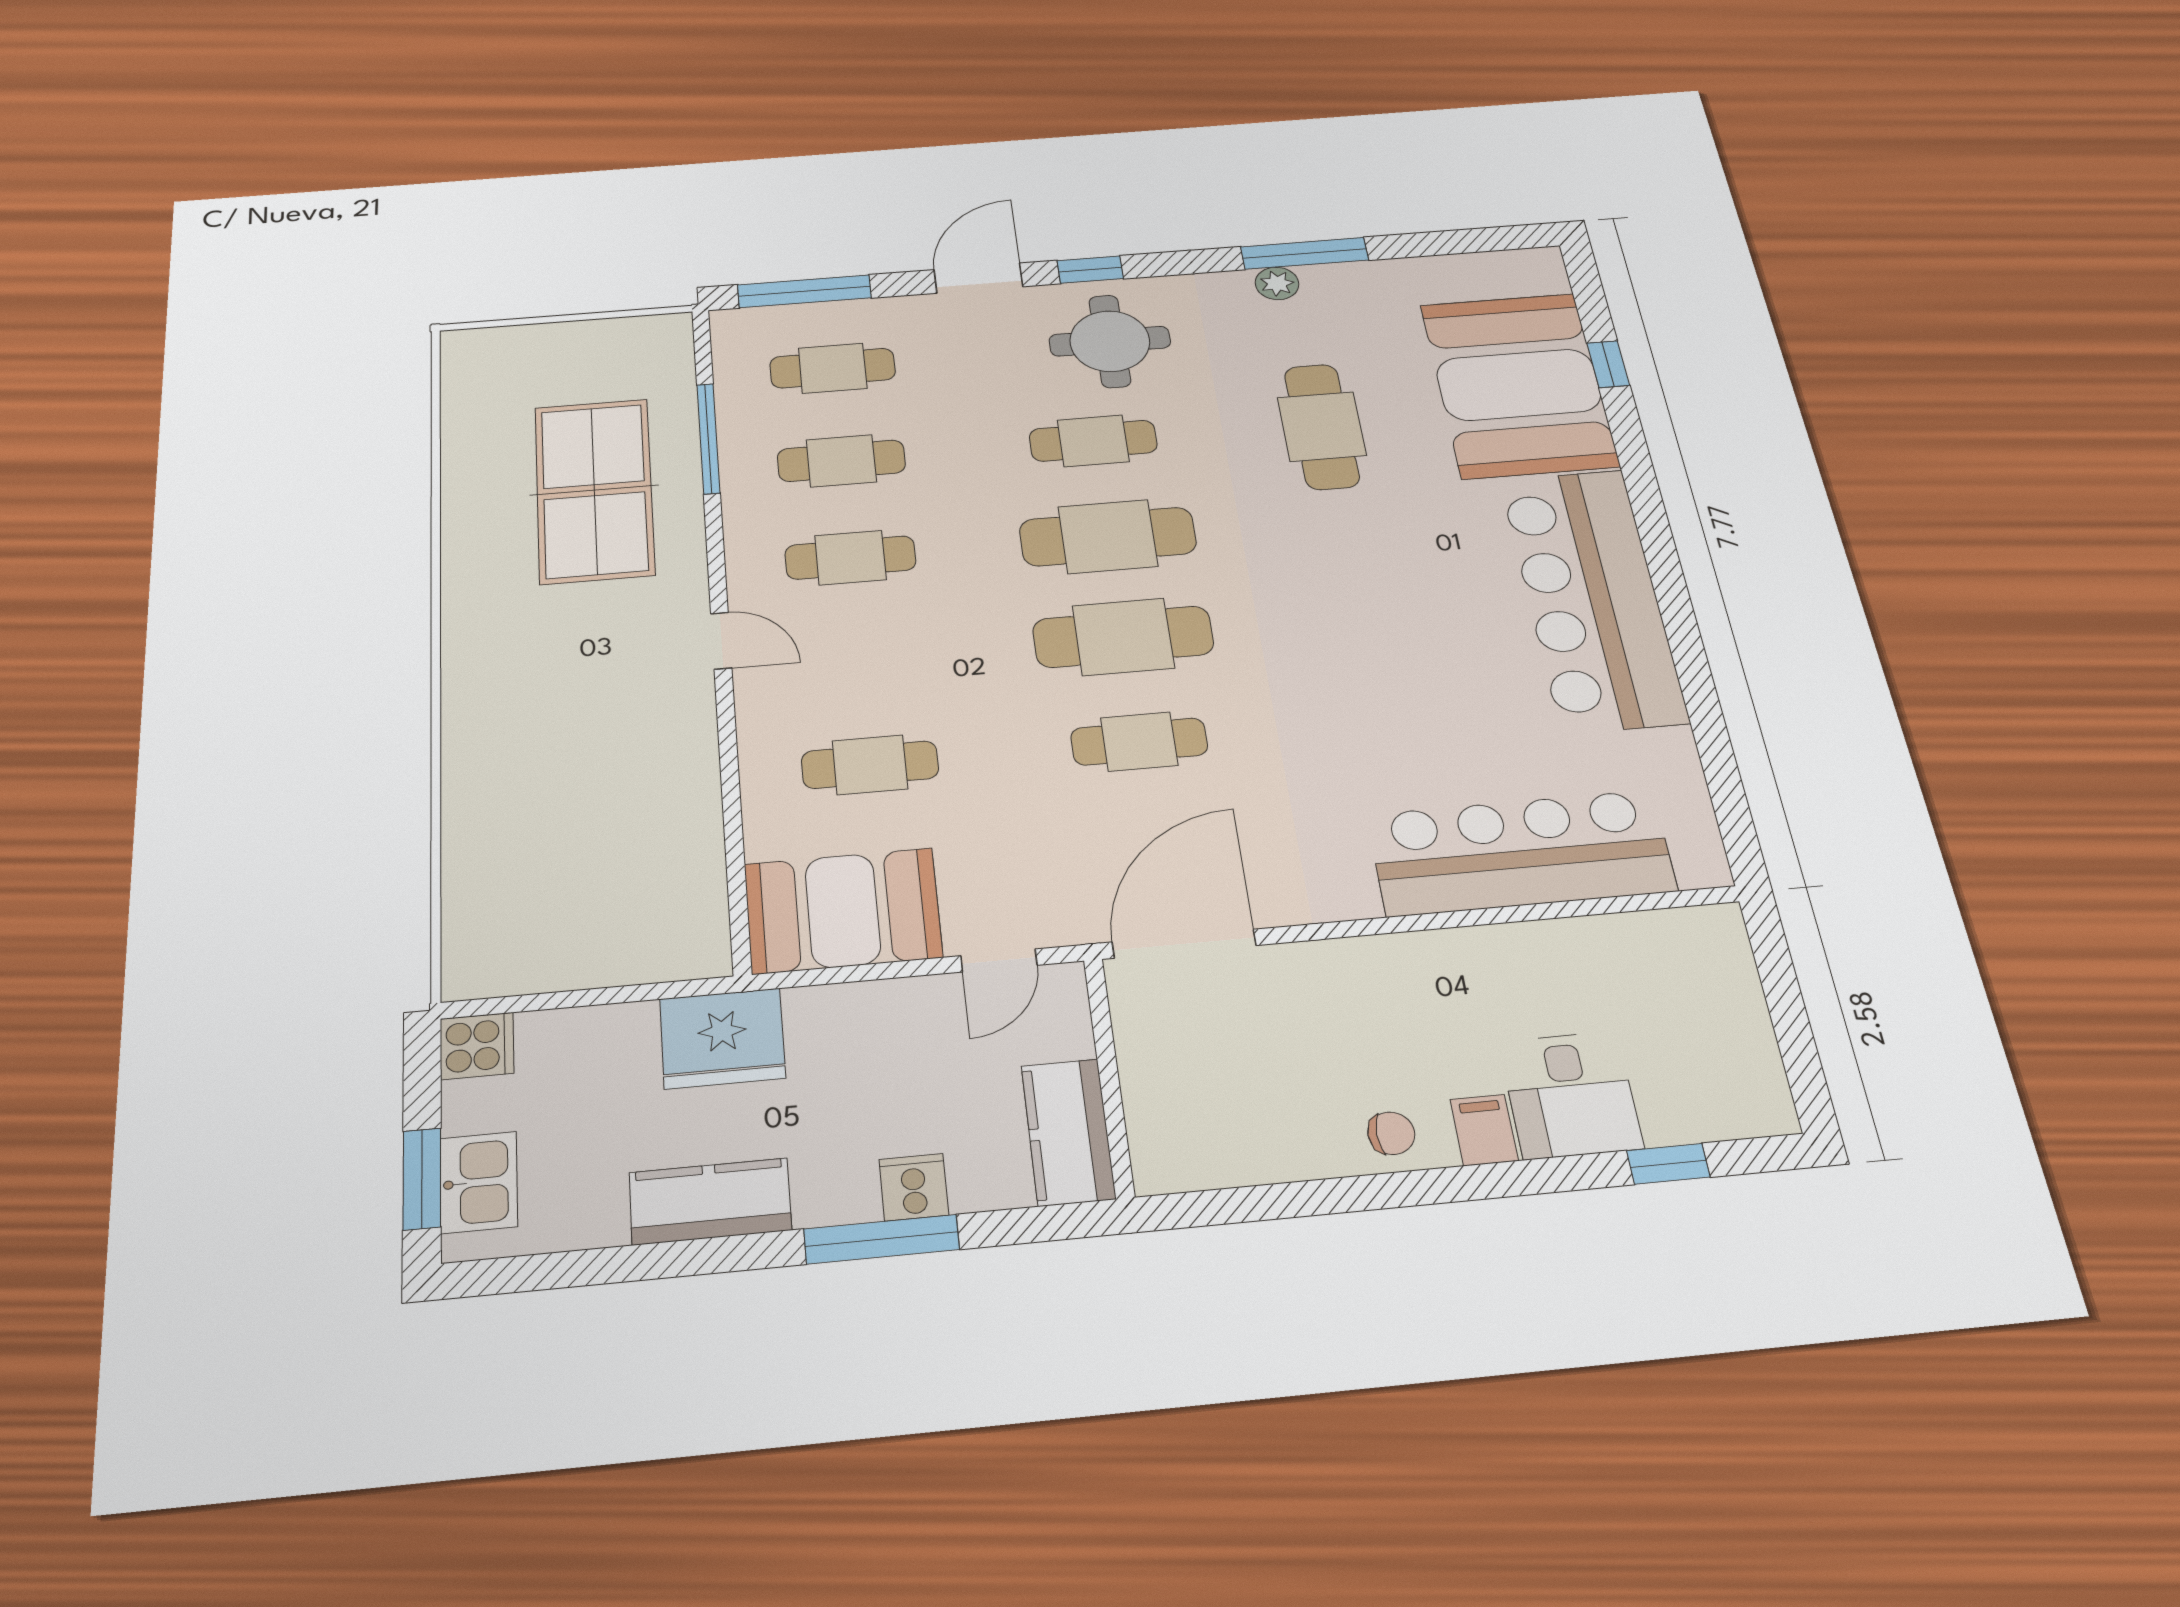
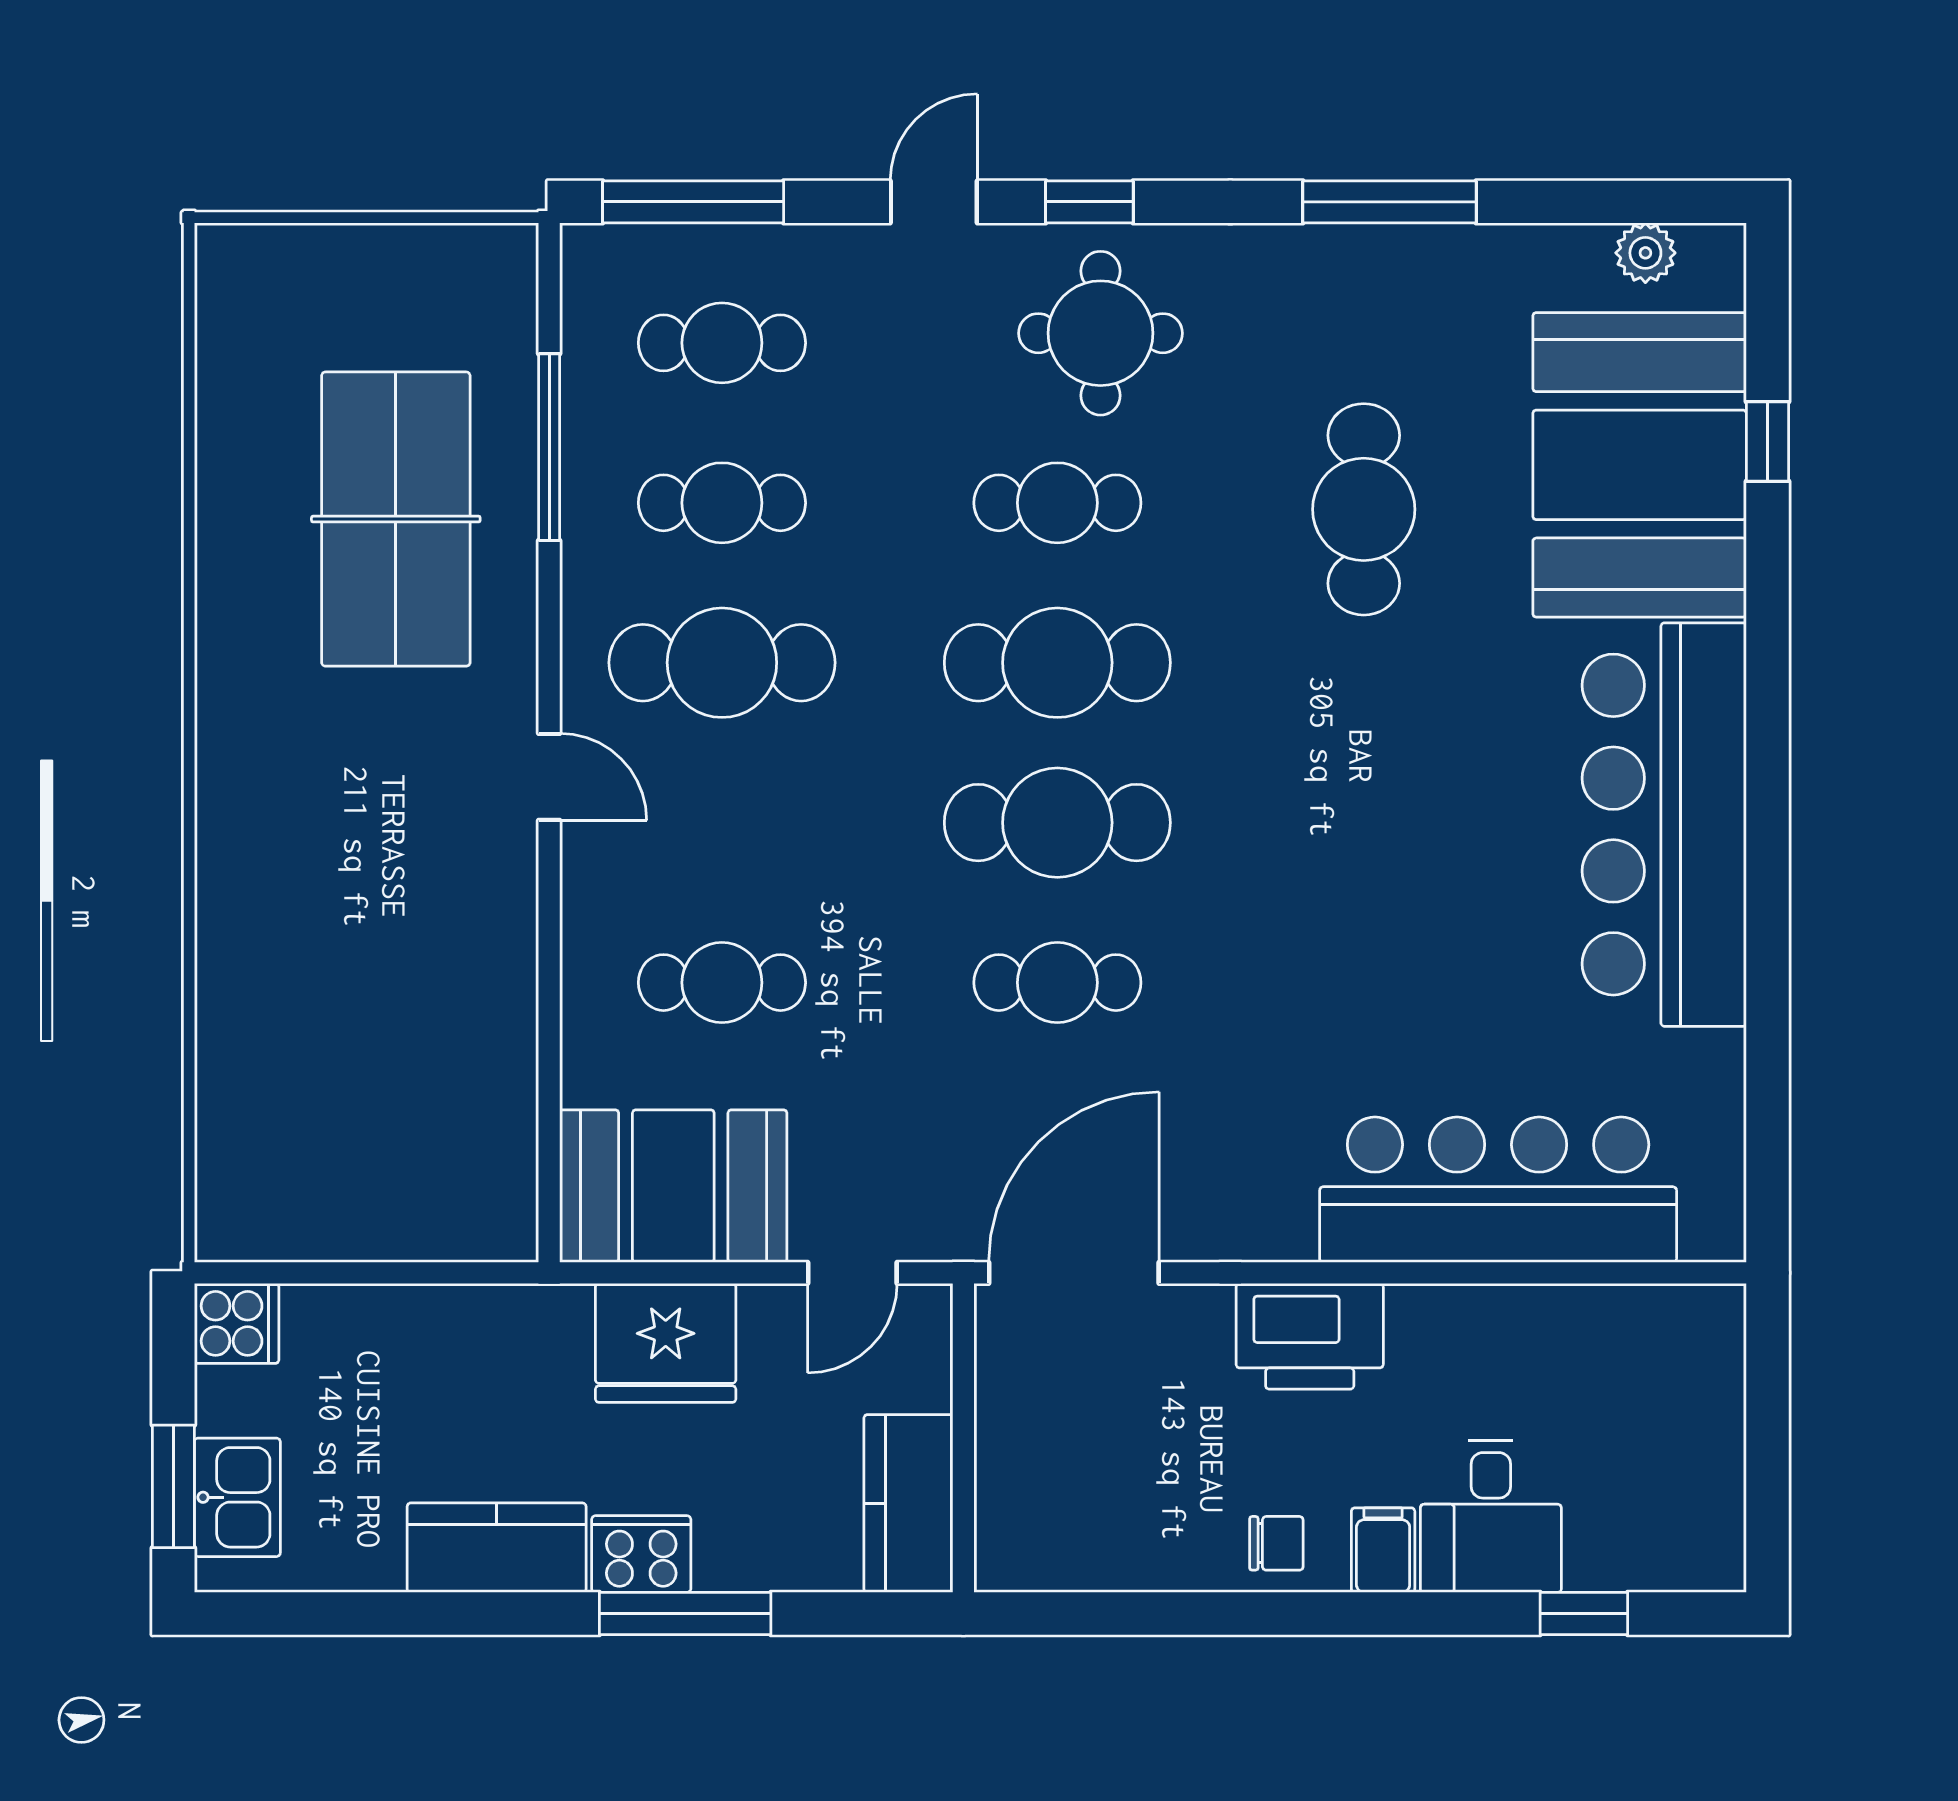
door: (978, 278) -> (934, 202), width x0.73
plant: (1277, 283) -> (1645, 253), moved
cafe table: (850, 558) -> (722, 663), width x1.37, depth x1.35
printer: (1389, 973) -> (1310, 1336), added
fridge: (722, 1038) -> (666, 1343), moved
cooker: (914, 1187) -> (641, 1554), moved, width x1.36

